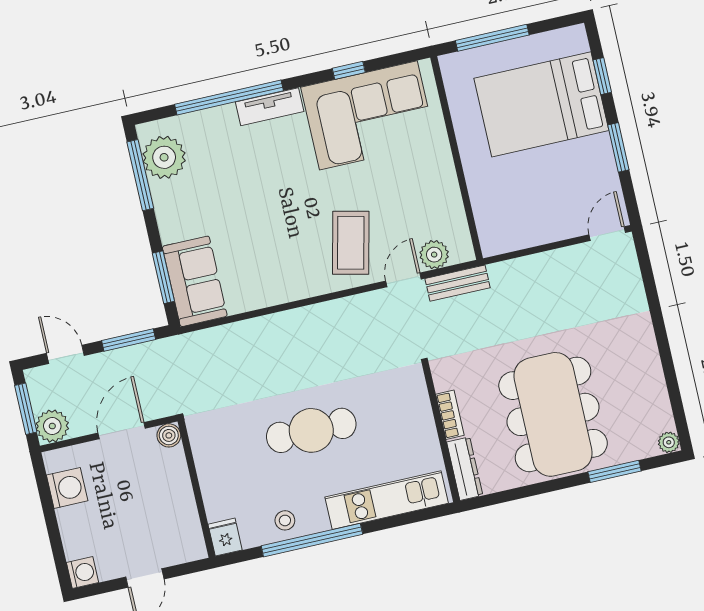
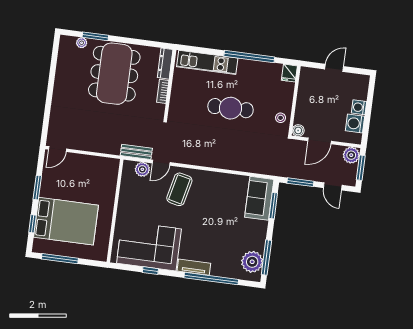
window: (492, 38) -> (60, 259), moved
plant: (669, 442) -> (82, 43), moved
stool: (285, 520) -> (281, 118), moved
washing machine: (83, 572) -> (359, 107), moved

